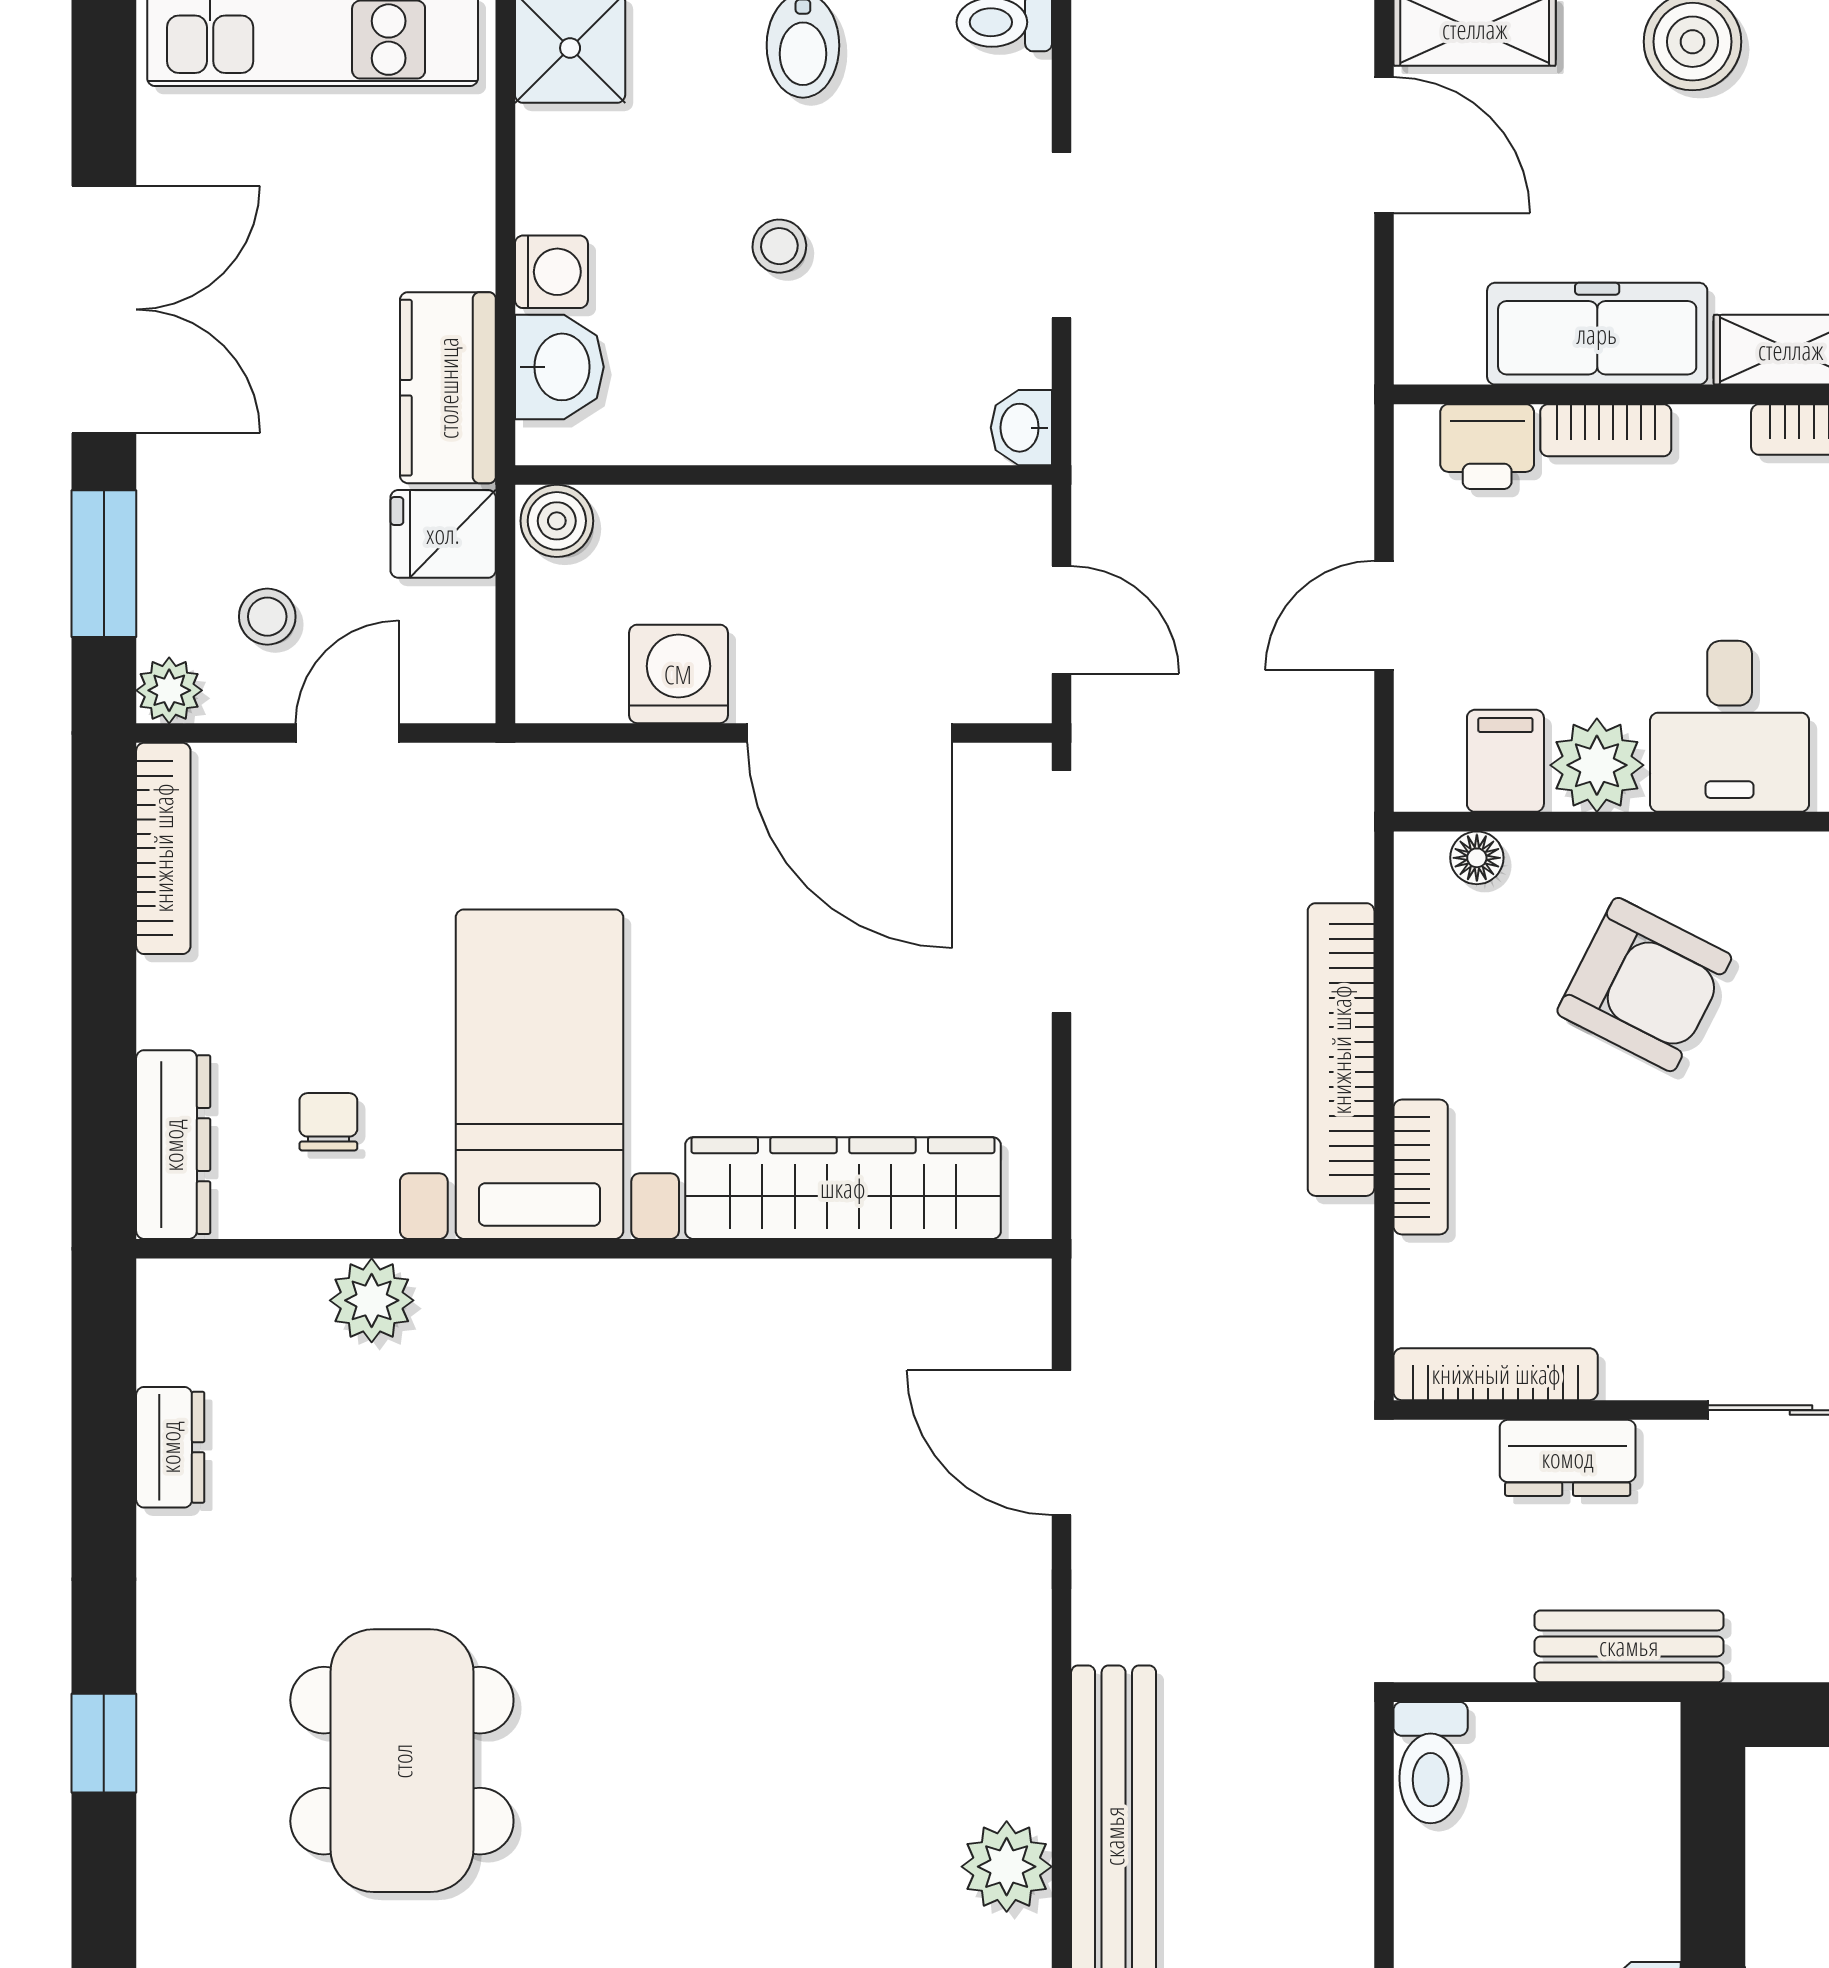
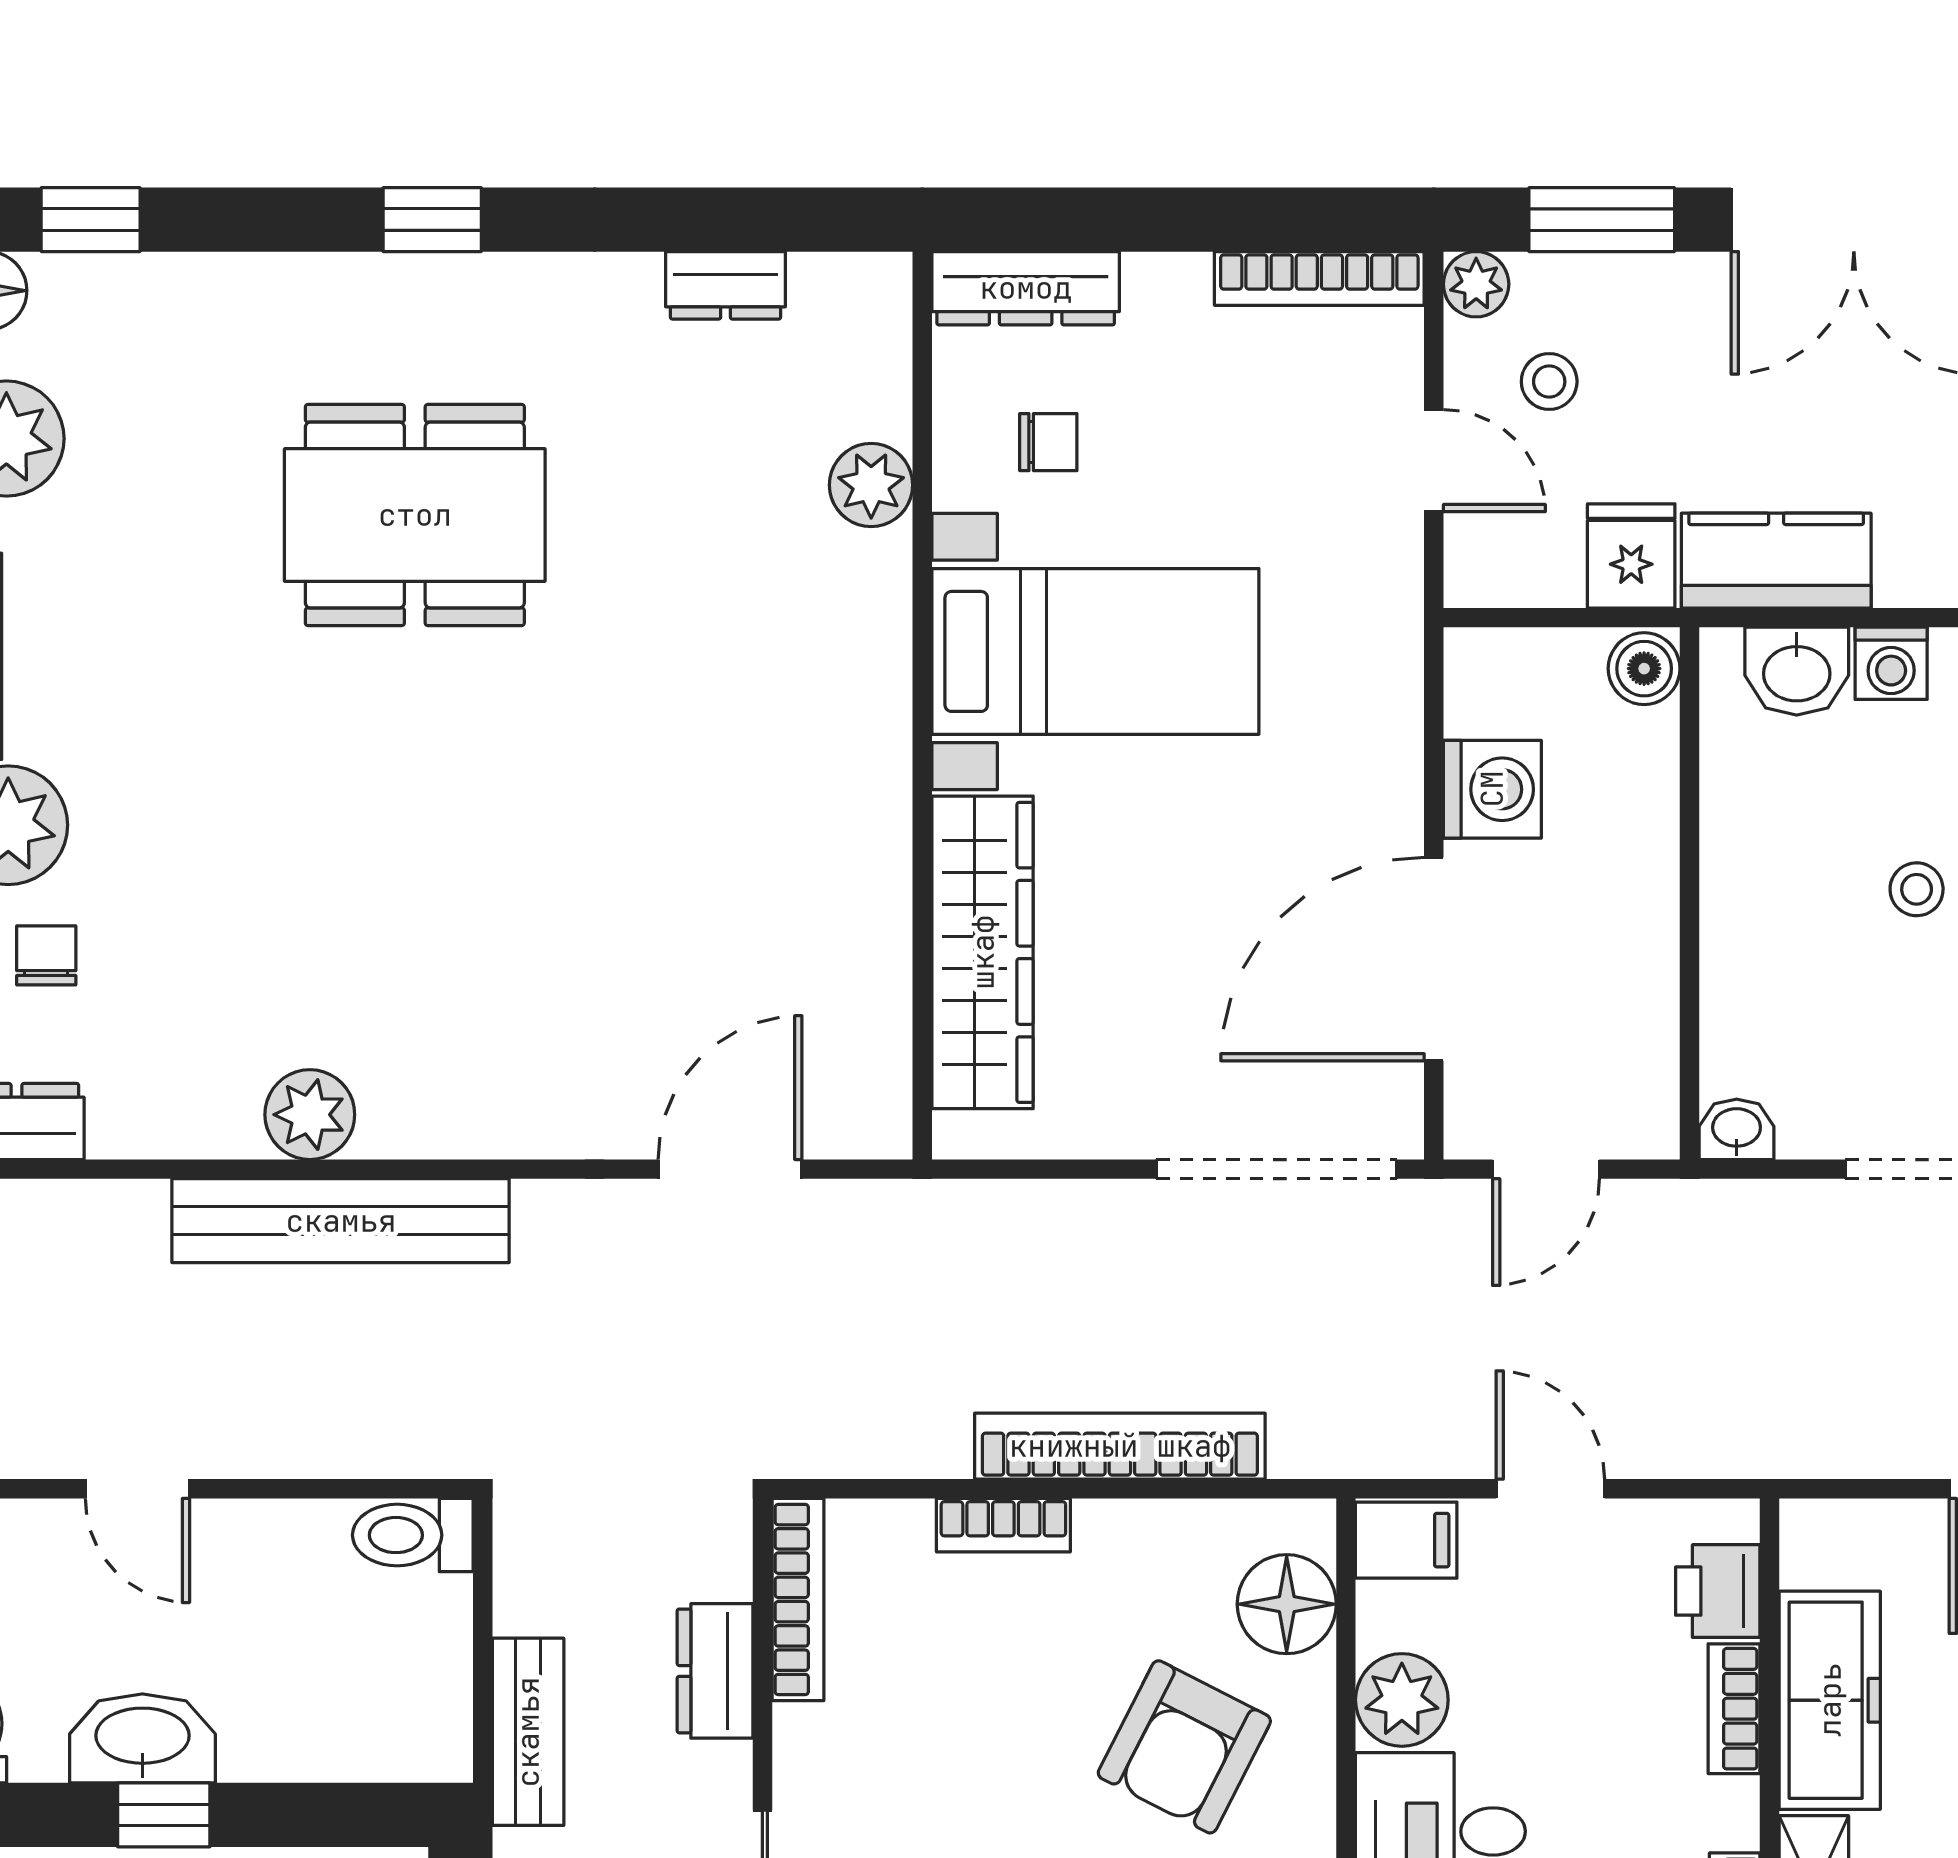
filing cabinet: (1505, 761) -> (1406, 1540), moved
floor lamp: (1477, 858) -> (1287, 1604), width x1.89, depth x1.89

